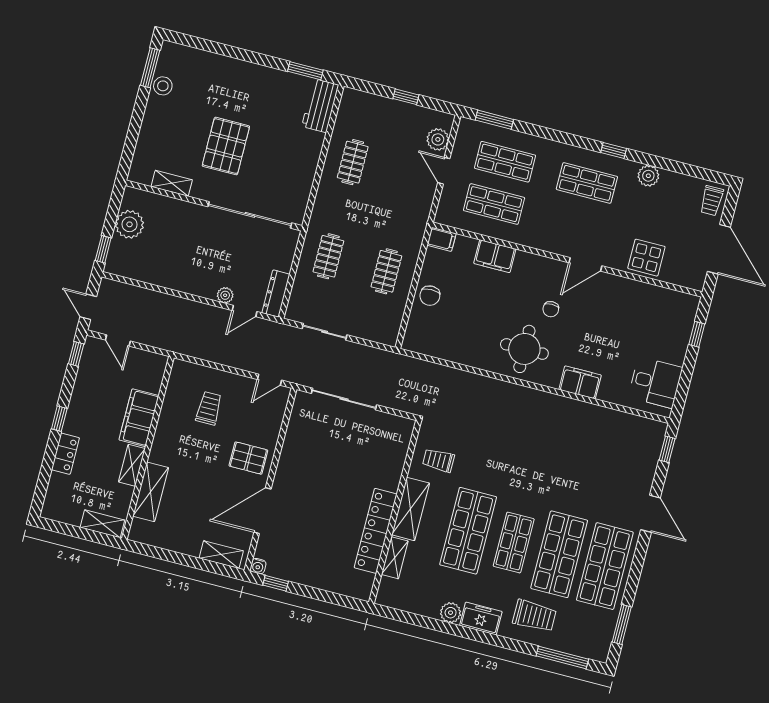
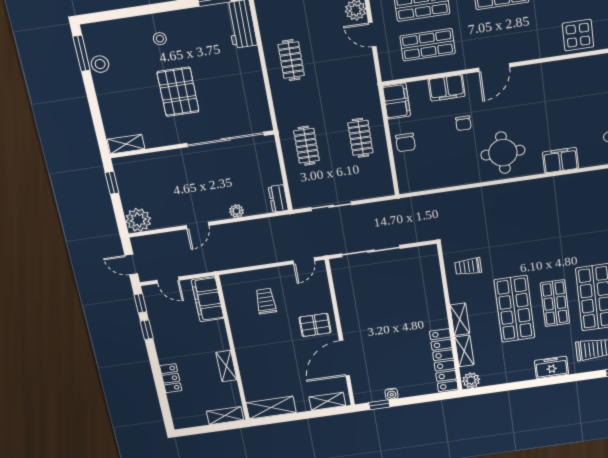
stool: (234, 86) -> (160, 39), added
shelving: (172, 183) -> (126, 144), moved
plant: (130, 224) -> (138, 220), moved
filing cabinet: (442, 239) -> (397, 101), width x2.00
window: (103, 249) -> (112, 183), moved
door: (585, 264) -> (494, 67), moved
dresser: (276, 294) -> (278, 198), width x0.70
chair: (551, 309) -> (463, 123), moved
door: (245, 311) -> (197, 226), moved
filing cabinet: (139, 418) -> (208, 299), moved
window: (59, 419) -> (147, 330), moved
shelving: (151, 492) -> (271, 408), moved, turned 90
shelving: (411, 509) -> (460, 319), width x0.67, depth x0.75
locker: (376, 531) -> (444, 360), moved
water cooler: (258, 566) -> (391, 394), moved
plant: (451, 613) -> (471, 380), moved

